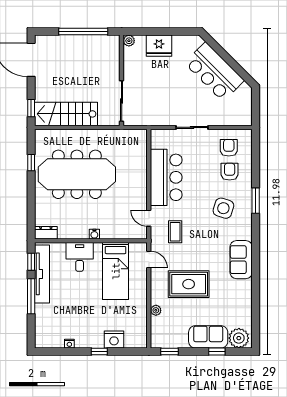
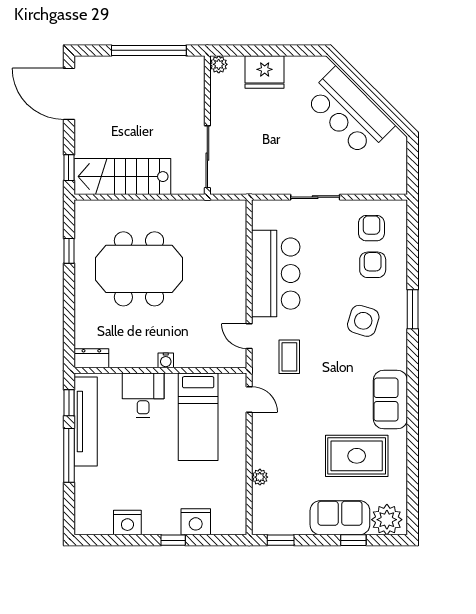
meeting table: (77, 174) -> (139, 269), width x0.73
rug: (189, 284) -> (357, 456), moved
nightstand: (69, 344) -> (127, 523), width x1.89, depth x1.79

